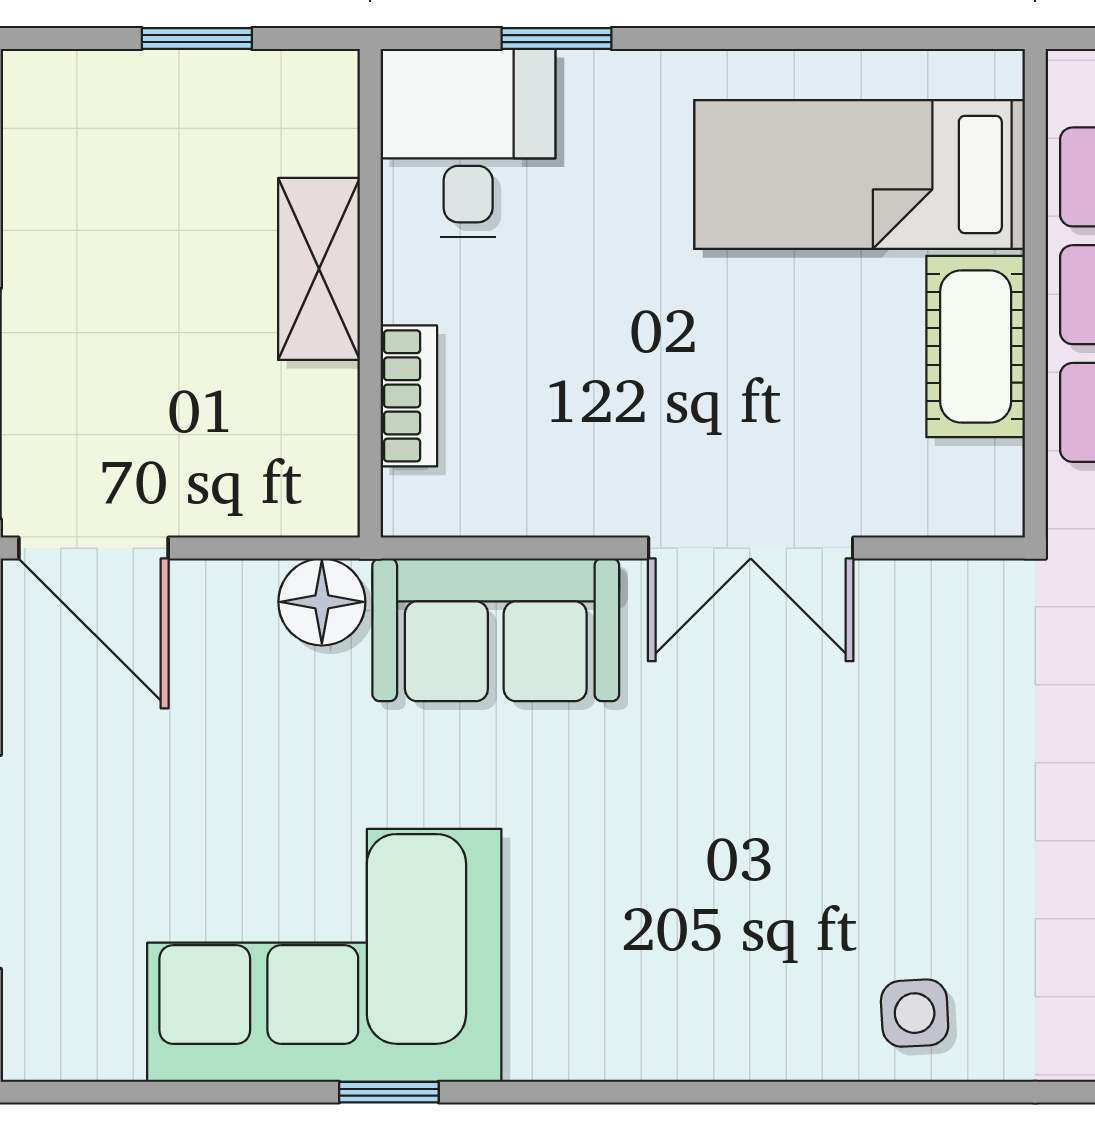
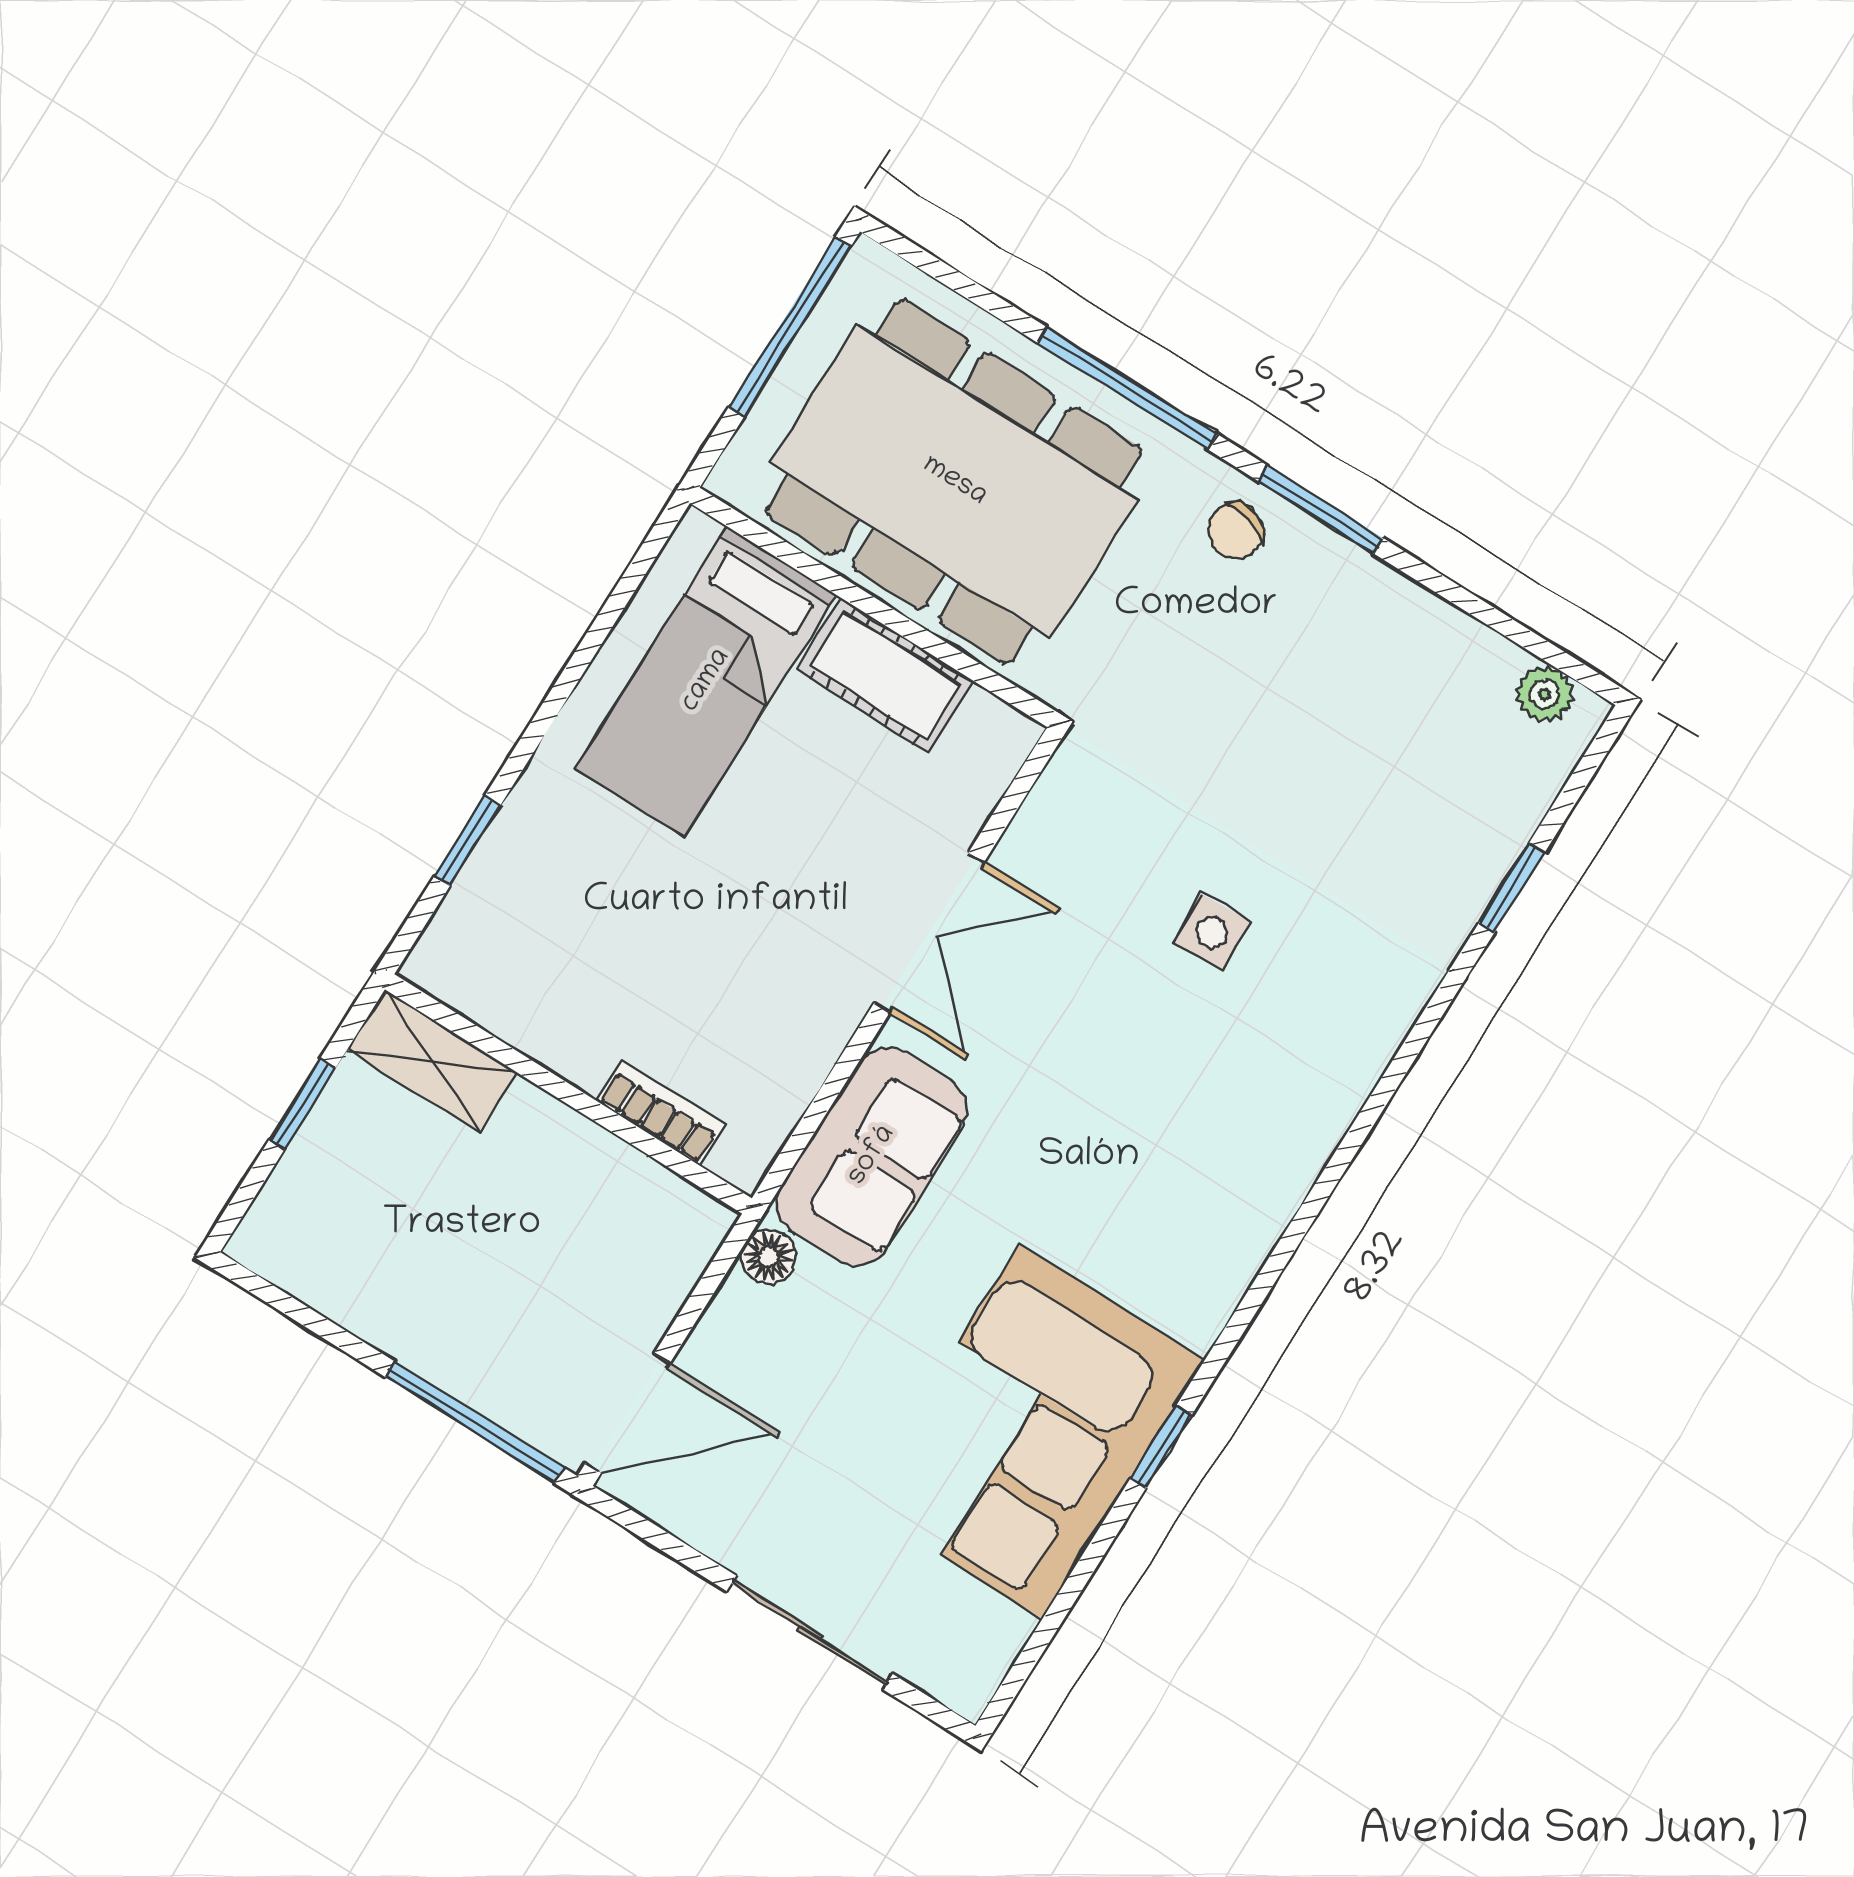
desk: (468, 143) -> (503, 953), removed
shelving: (319, 269) -> (433, 1061), moved
floor lamp: (322, 602) -> (769, 1257), width x0.73, depth x0.73
side table: (915, 1013) -> (1212, 932), moved

